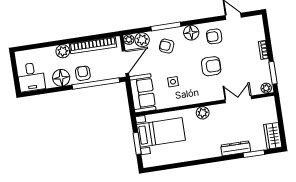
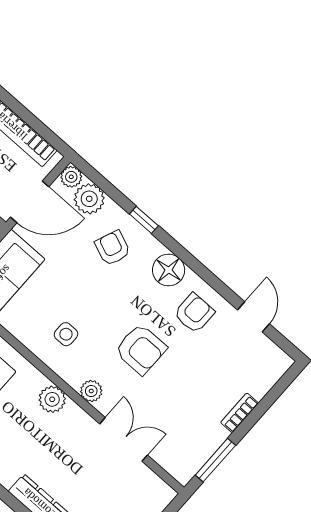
window: (166, 27) -> (144, 220), width x0.46
armchair: (214, 36) -> (194, 313), turned 90
side table: (173, 82) -> (66, 334), moved
plant: (266, 88) -> (91, 391), moved

